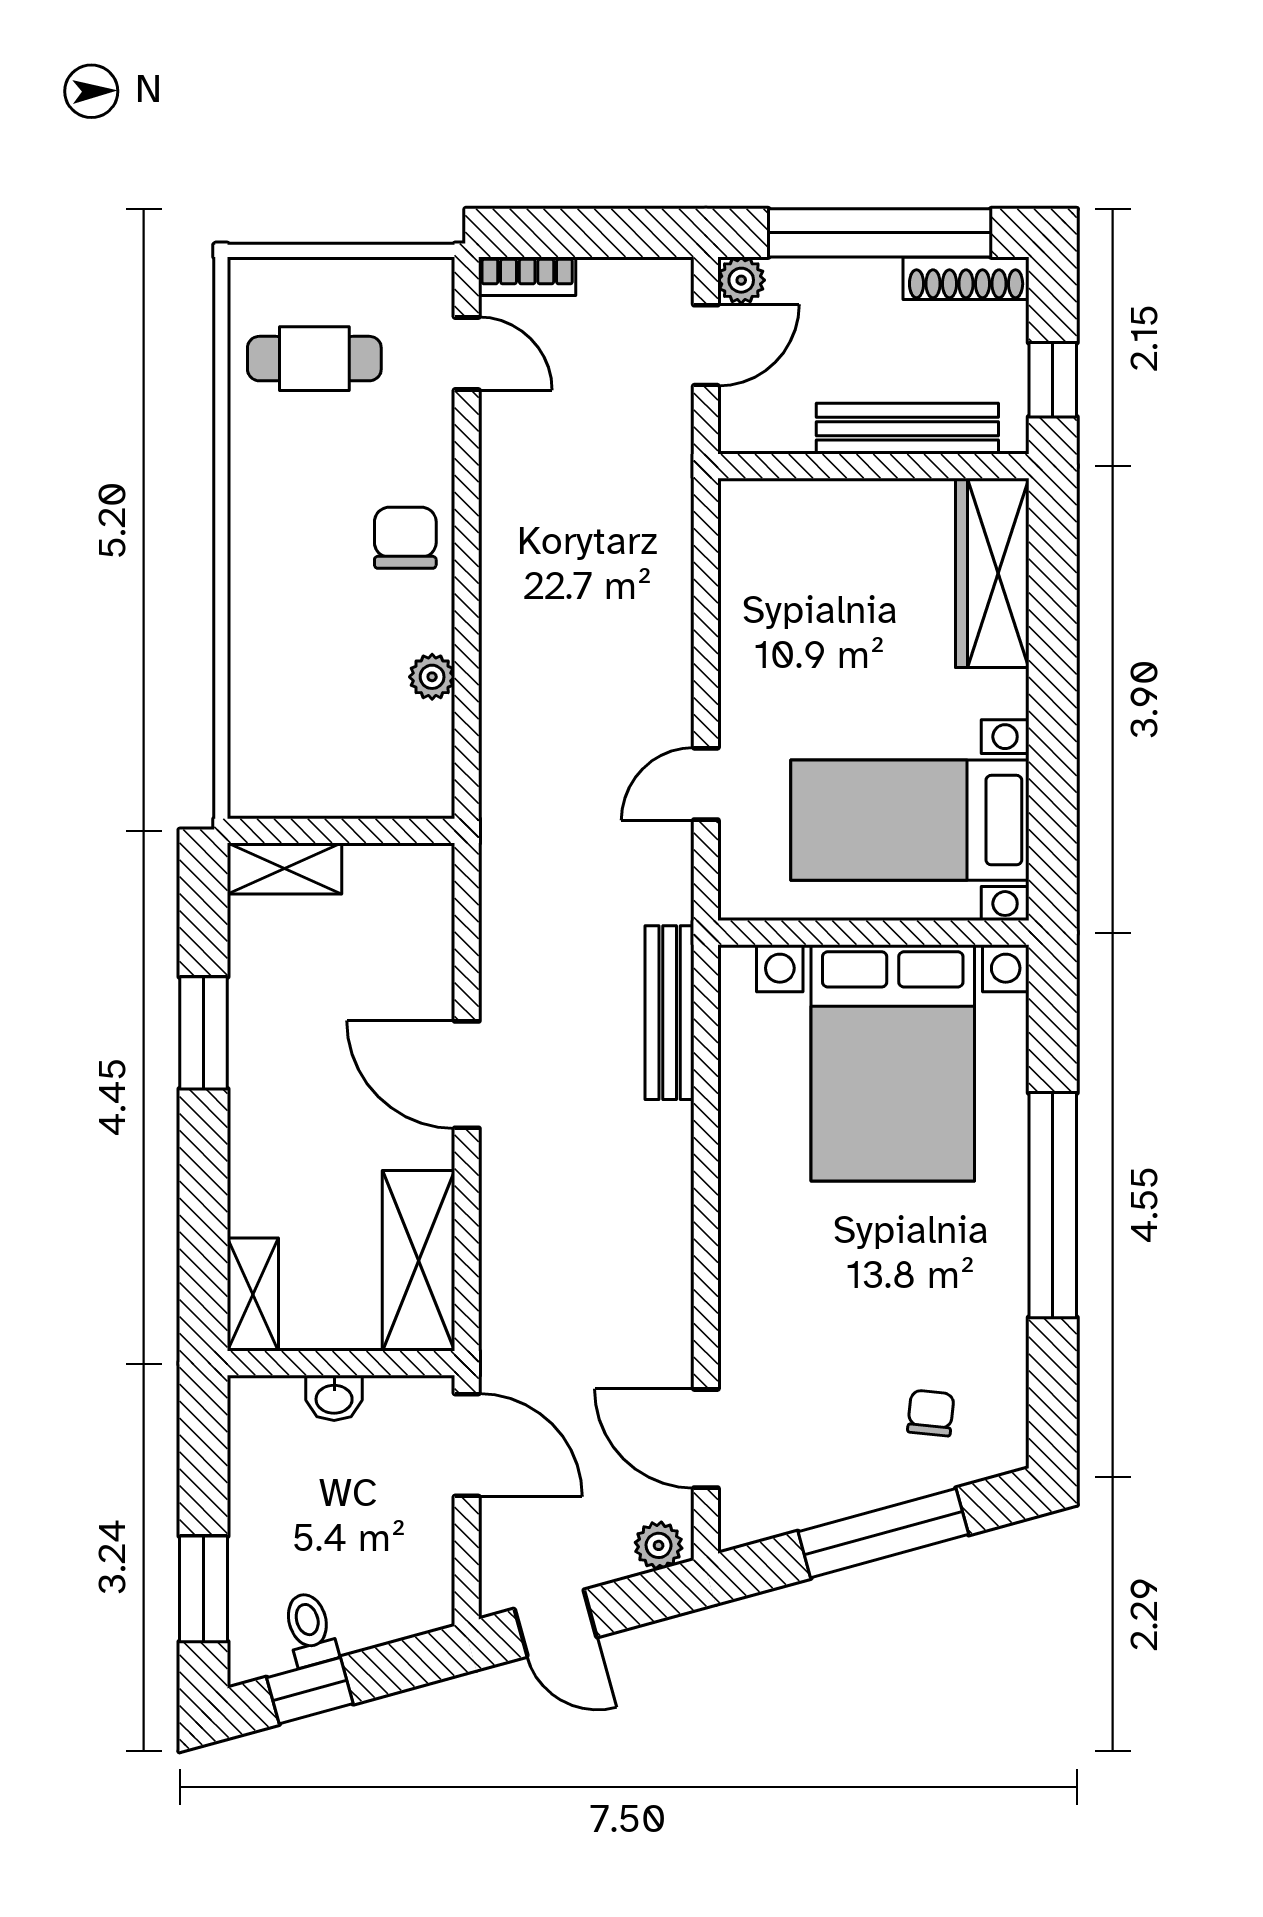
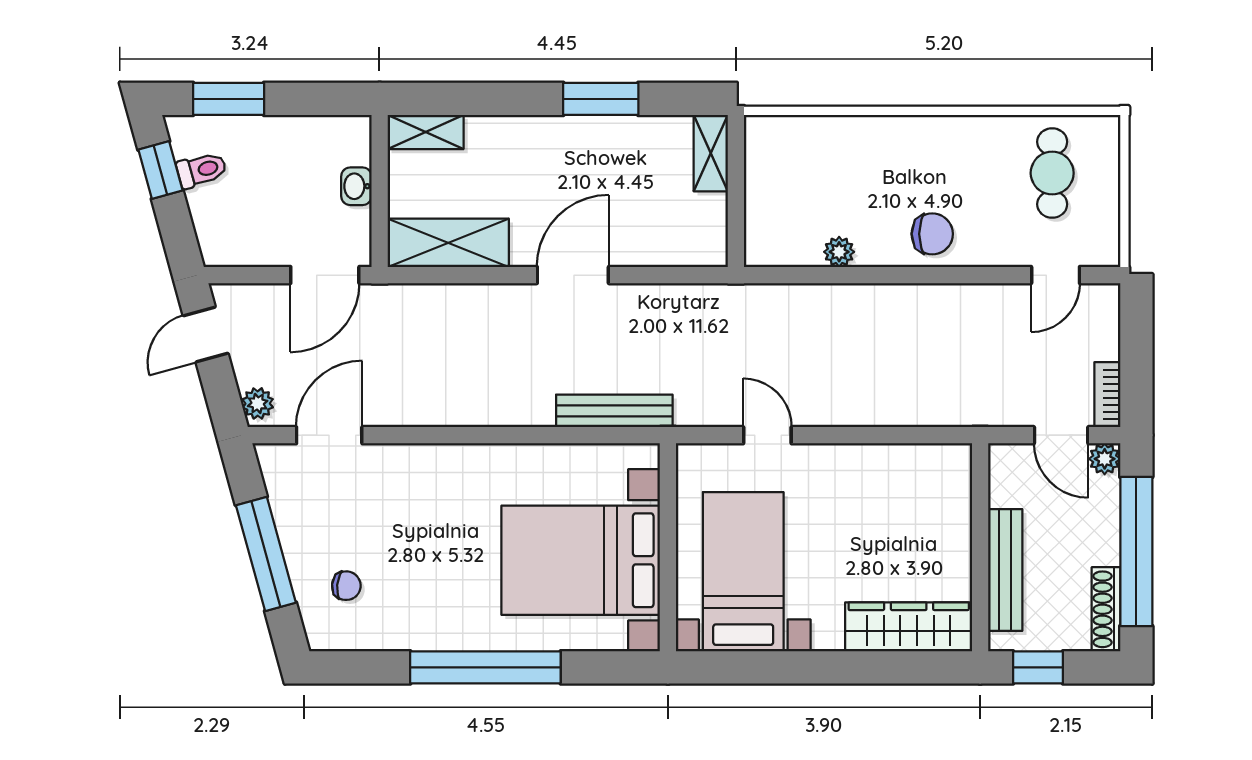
bookcase: (527, 276) -> (1107, 395), moved

